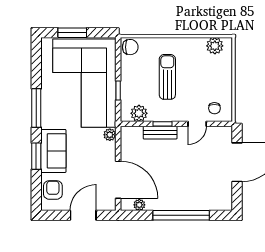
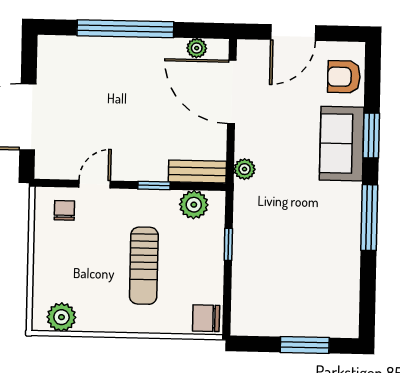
corner sofa: (84, 83) -> (286, 258), removed
bench: (160, 133) -> (197, 172), moved
armchair: (53, 190) -> (344, 77), turned 90

